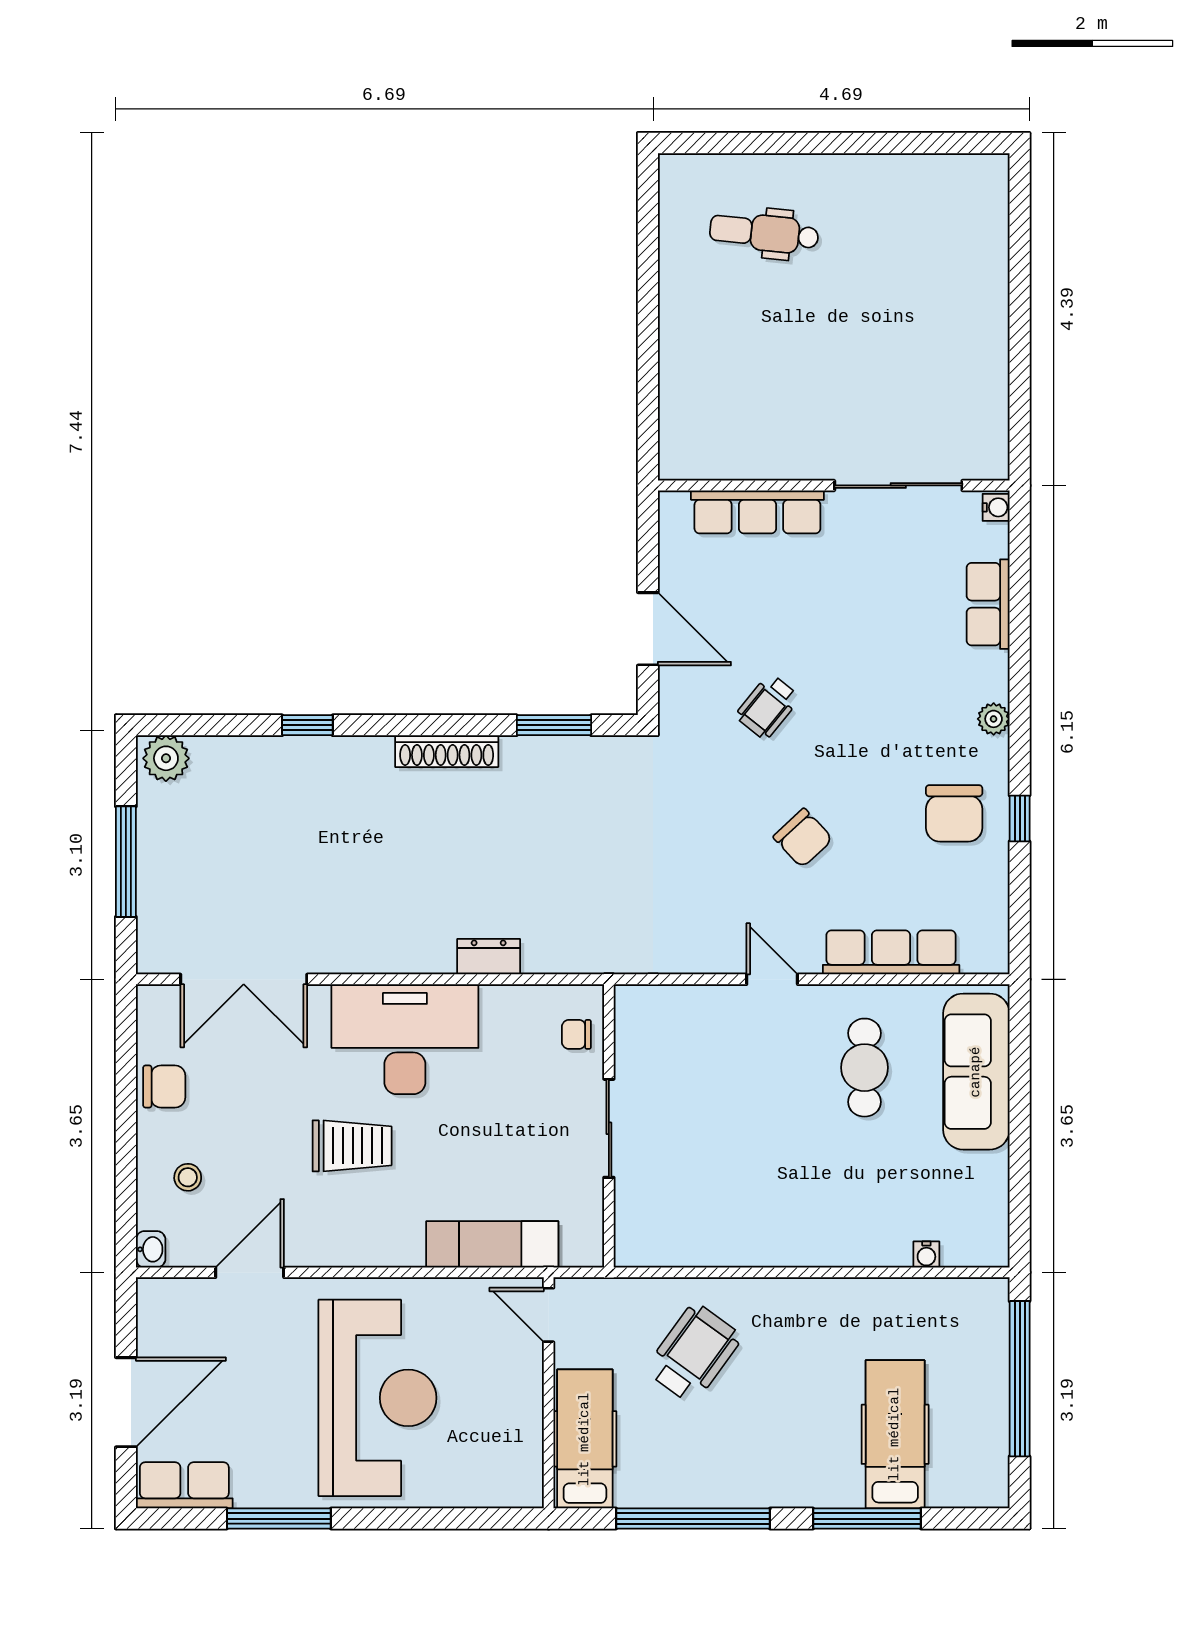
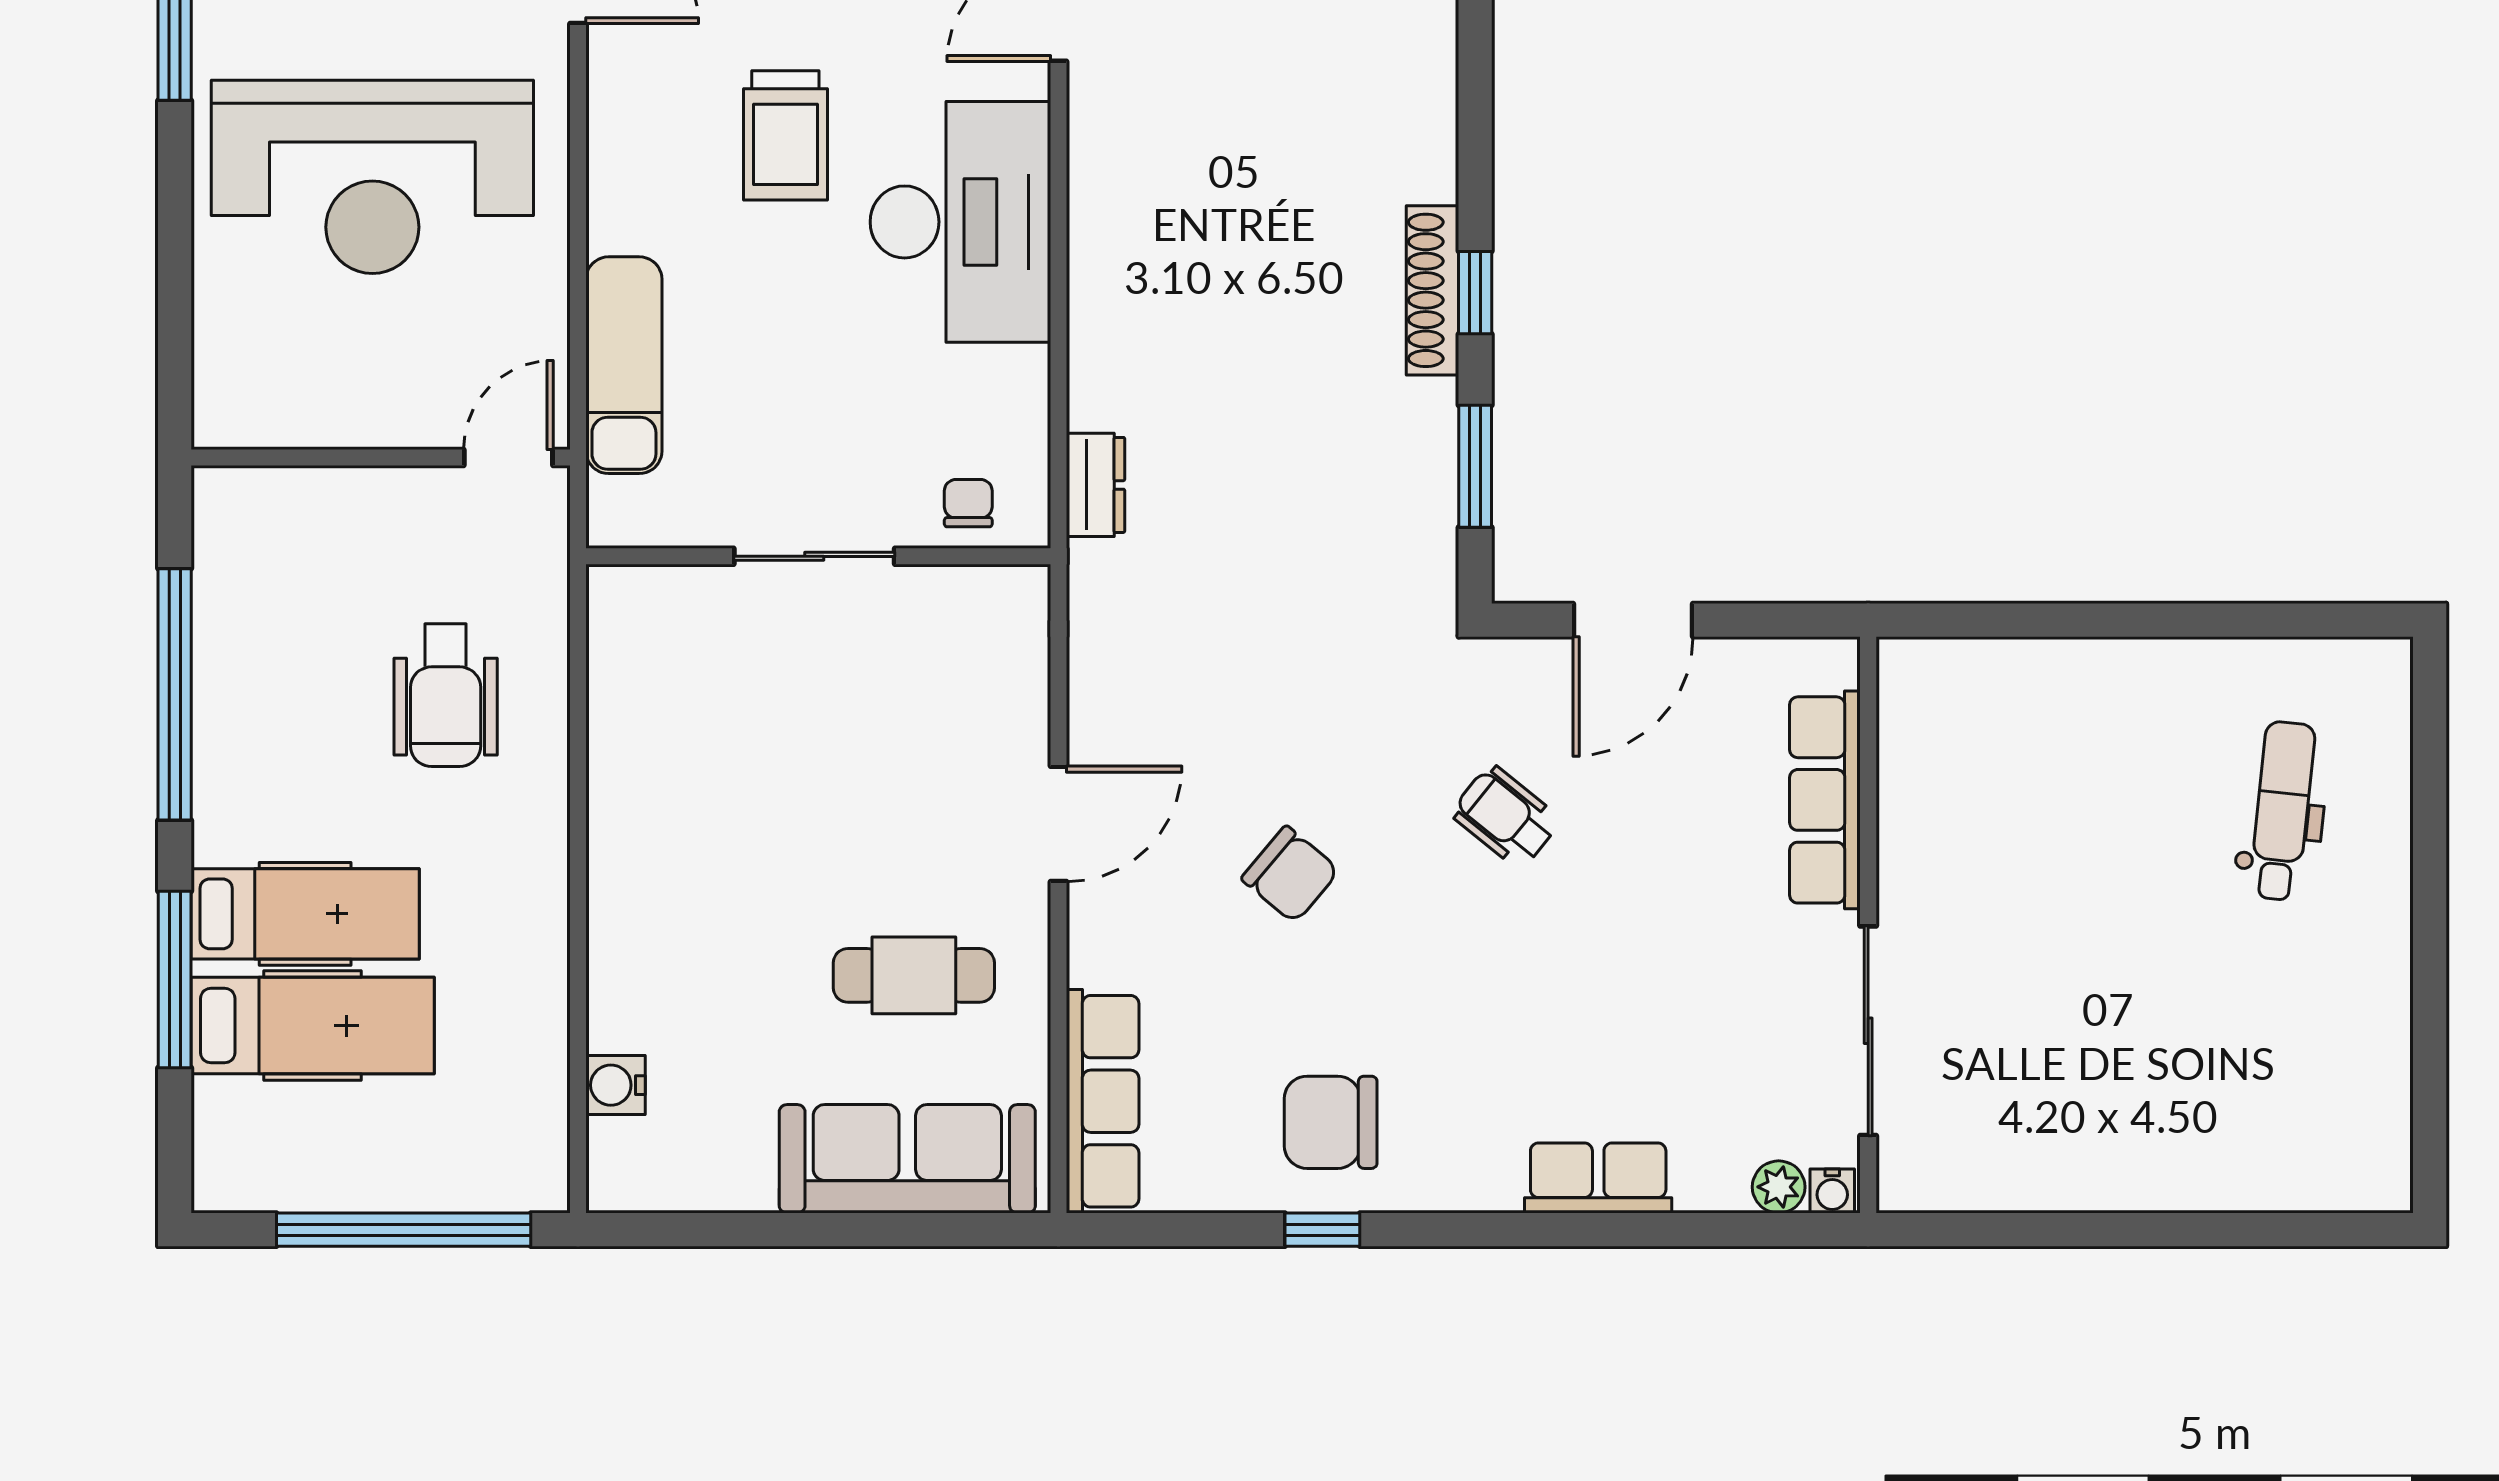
row of seats: (988, 604) -> (1598, 1178), moved
plant: (994, 719) -> (1779, 1187), moved
window: (307, 725) -> (1475, 293), moved
chair: (803, 838) -> (1290, 874), turned -97
row of seats: (891, 952) -> (1103, 1101), moved
dresser: (489, 957) -> (1096, 485), moved
door: (772, 979) -> (1059, 824), width x1.38
water cooler: (926, 1255) -> (616, 1085), width x1.38, depth x1.38
wheelchair: (694, 1353) -> (446, 695), turned 54
hospital bed: (585, 1439) -> (305, 914), moved

